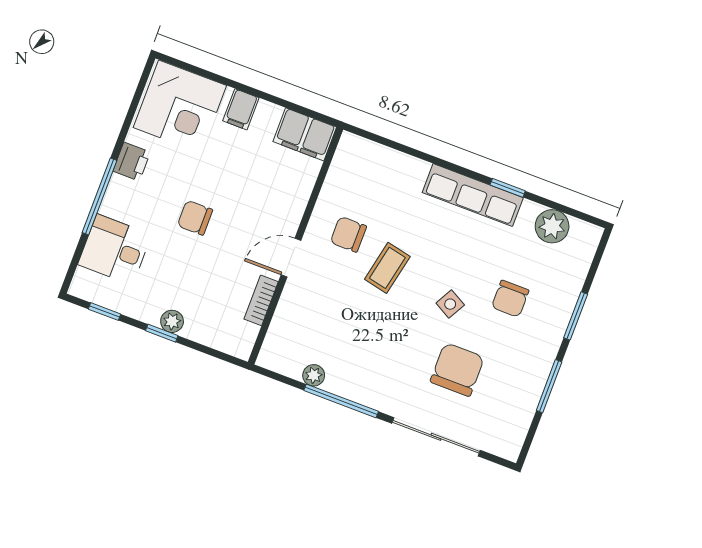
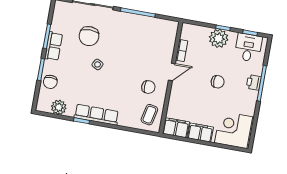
filing cabinet: (241, 109) -> (200, 133), width x2.00
printer: (132, 162) -> (254, 82), moved
desk: (115, 250) -> (248, 48), moved, turned -90
coffee table: (387, 268) -> (149, 115), moved
chair: (510, 299) -> (50, 82), moved, turned 180
plant: (172, 321) -> (219, 38), width x1.87, depth x1.87
row of seats: (539, 362) -> (54, 46), added
plant: (314, 375) -> (152, 22), removed

